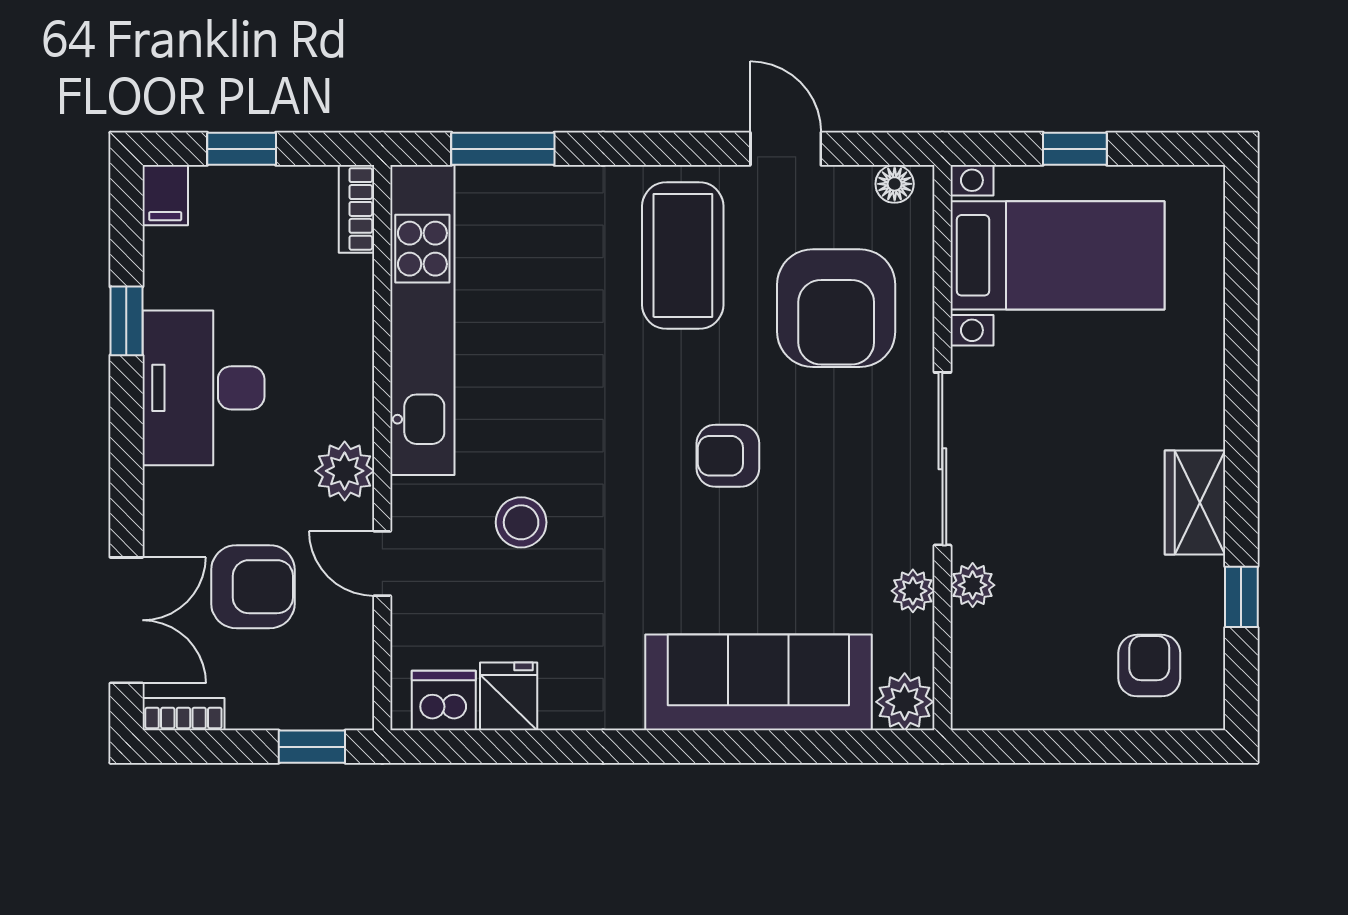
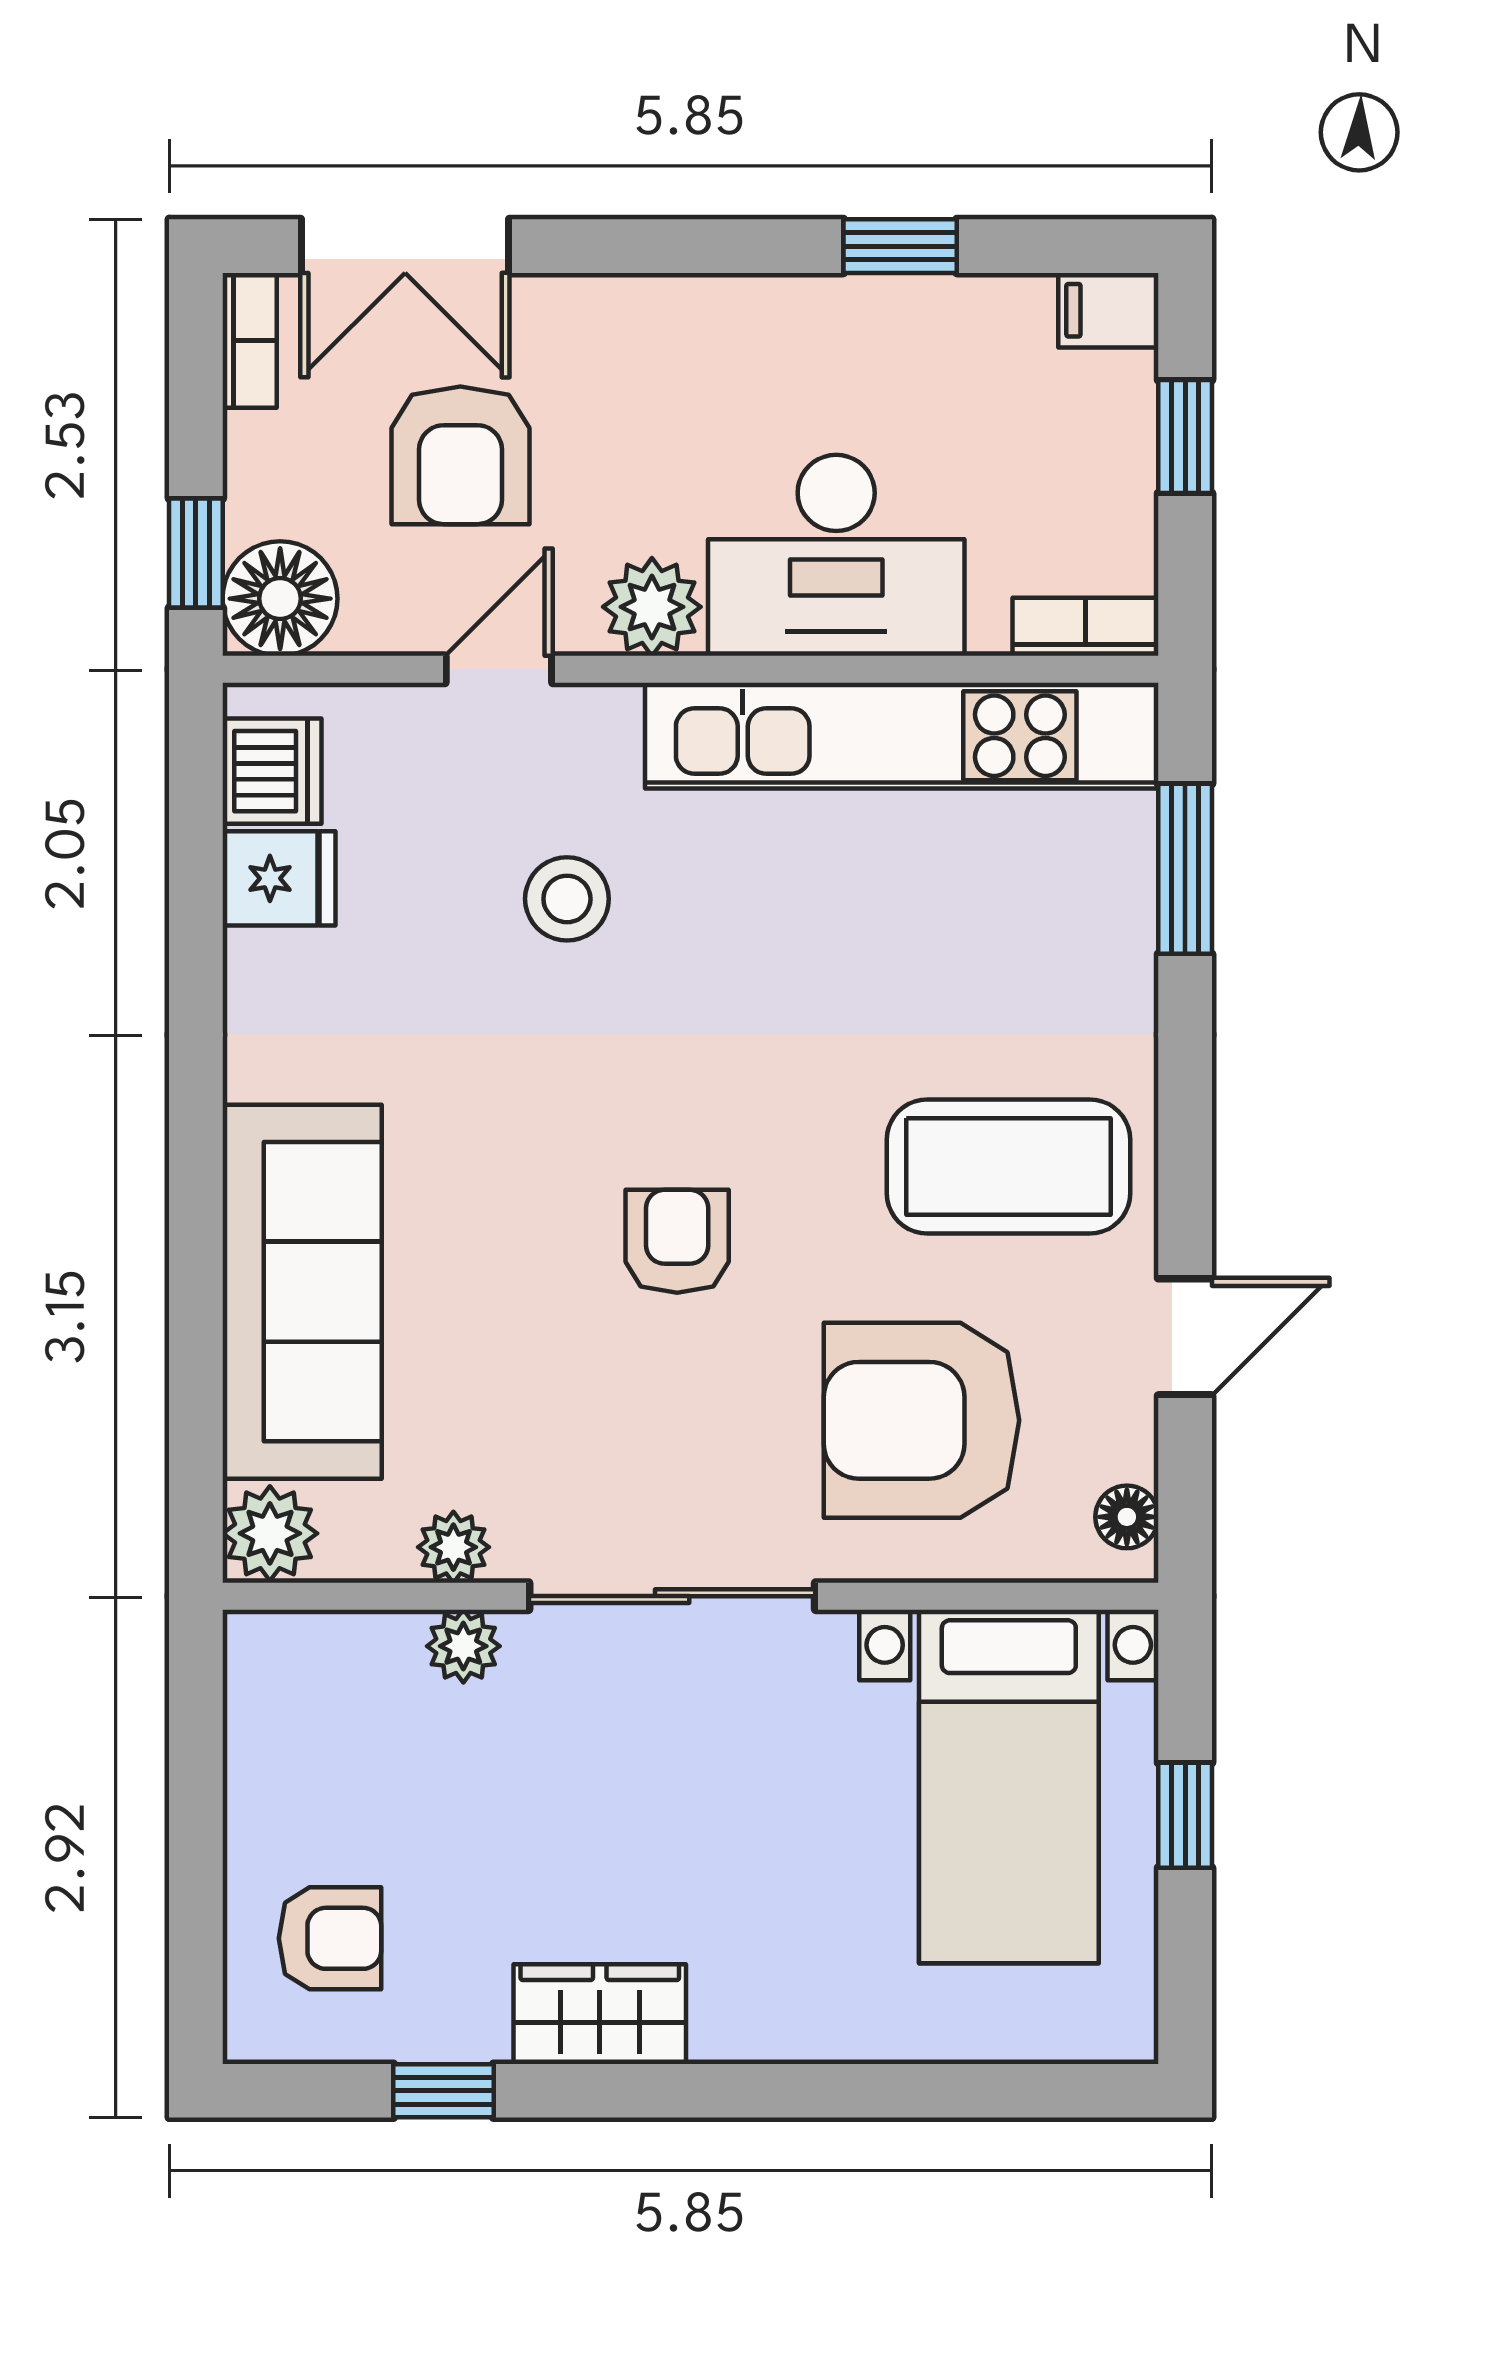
desk: (203, 388) -> (836, 555), moved, turned 180
floor lamp: (339, 696) -> (280, 599), added

